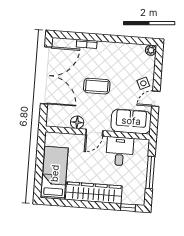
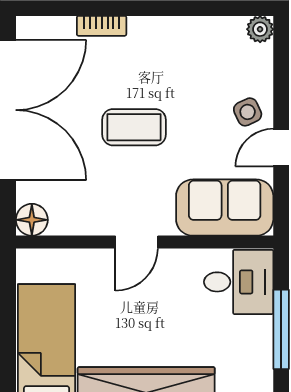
floor lamp: (77, 122) -> (32, 220), moved
desk: (120, 151) -> (239, 282), moved, turned 90

